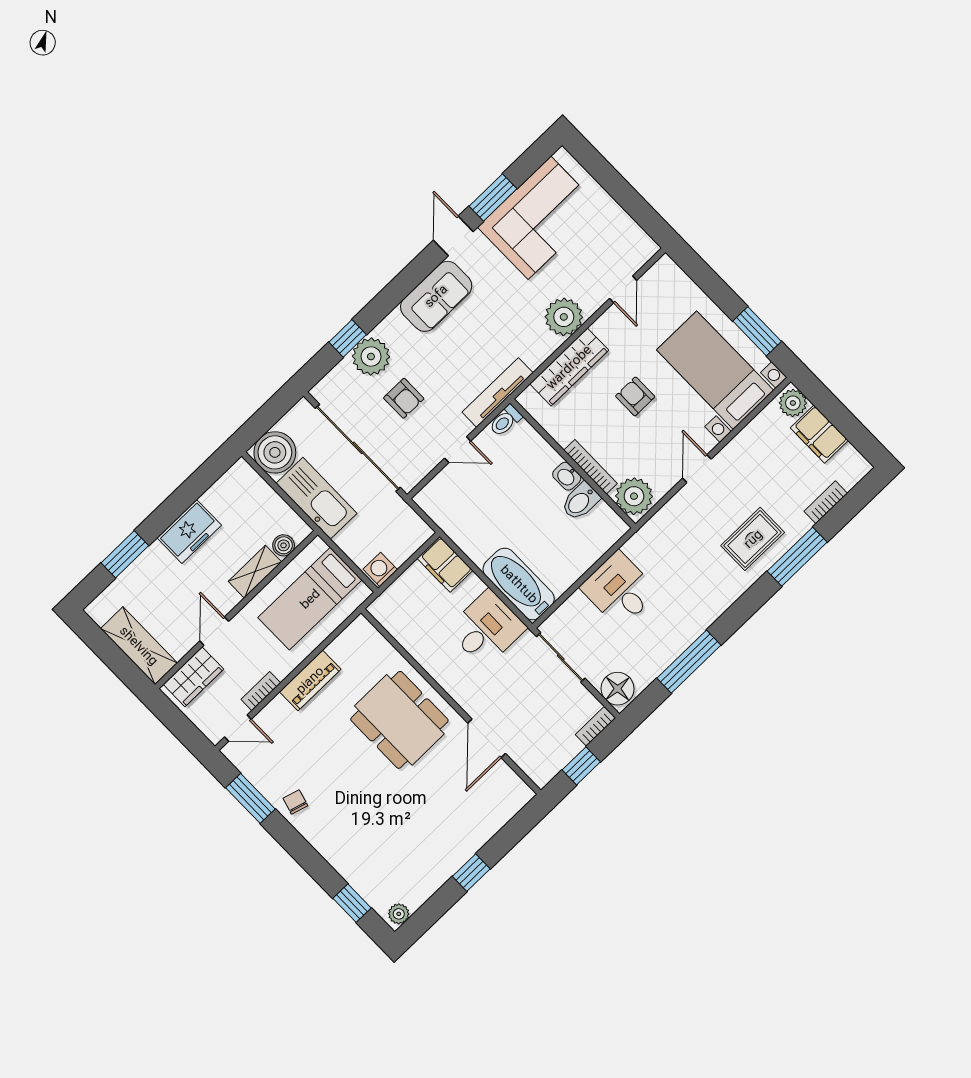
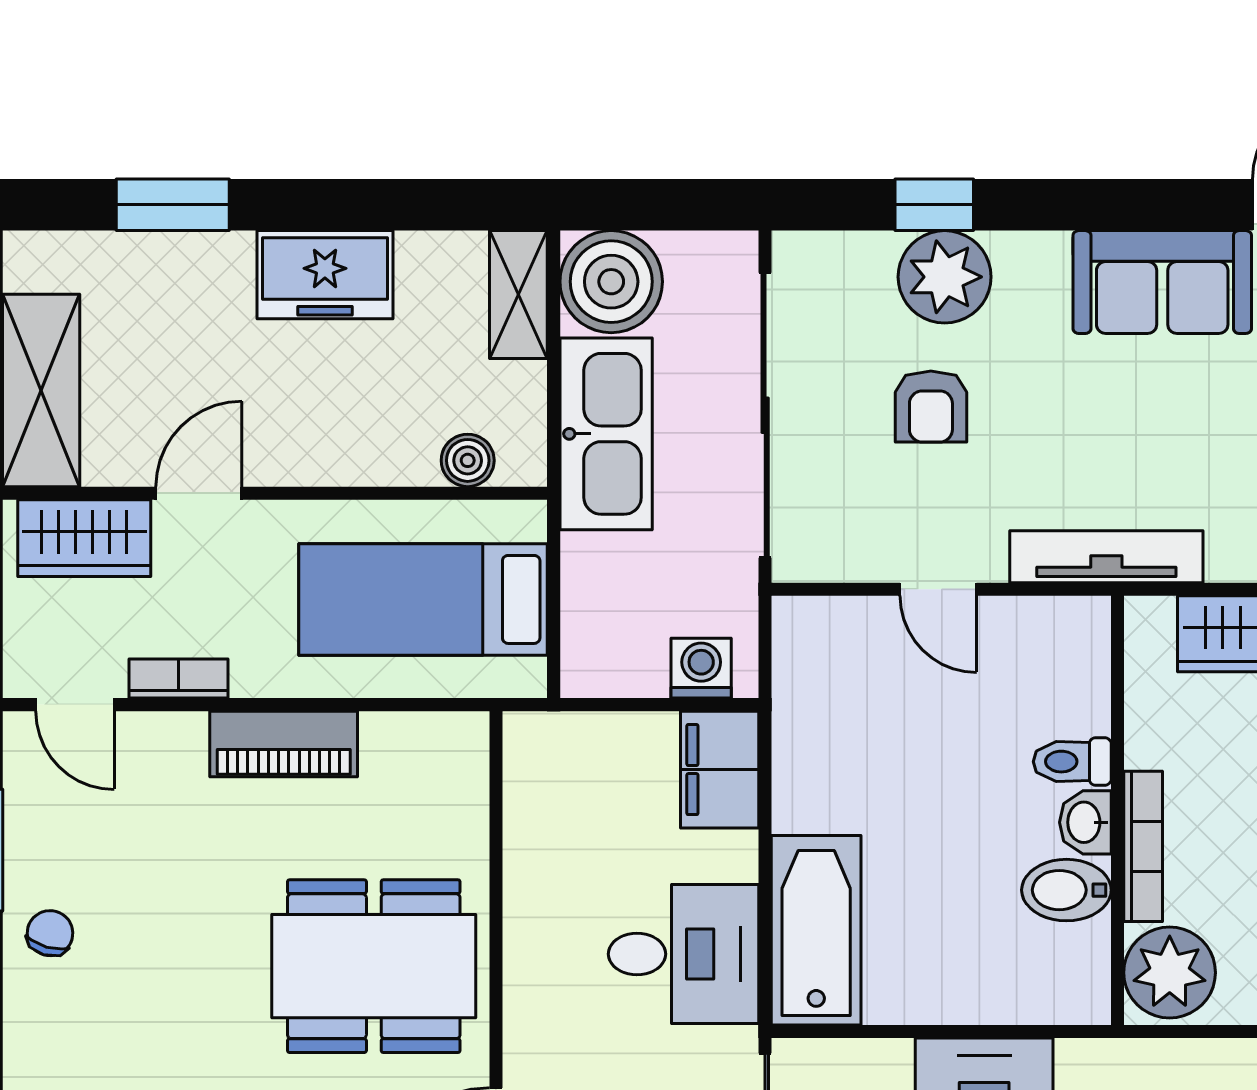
toilet: (505, 421) -> (1072, 762), moved
washing machine: (380, 569) -> (701, 668), moved
shelving: (255, 572) -> (518, 295), moved, turned 90
dining table: (399, 720) -> (374, 966), turned 90

